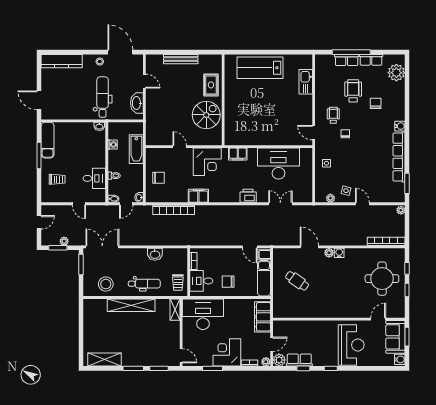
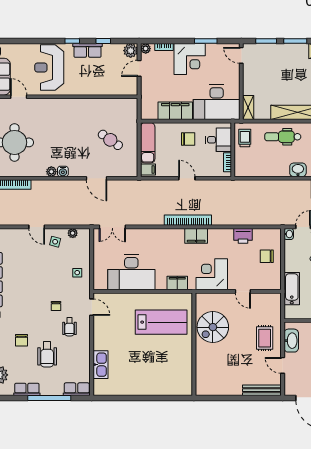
bench: (181, 59) -> (262, 390), moved
row of seats: (347, 60) -> (77, 389), moved
lab bench: (260, 68) -> (161, 322), moved
rug: (211, 85) -> (265, 338), moved
filing cabinet: (198, 196) -> (196, 236), moved
printer: (248, 196) -> (243, 236), moved
double door: (280, 204) -> (112, 227), moved
bookcase: (174, 210) -> (188, 220), moved
door: (250, 247) -> (187, 178), moved
plant: (329, 253) -> (51, 172), moved
washbasin: (155, 254) -> (298, 170), moved
filing cabinet: (262, 317) -> (175, 111), moved, turned -90
door: (378, 319) -> (19, 97), swing flipped
row of seats: (299, 360) -> (87, 50), moved

